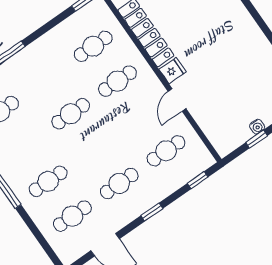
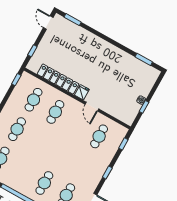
cafe table: (71, 114) -> (17, 129), moved
cafe table: (119, 183) -> (83, 166), removed

